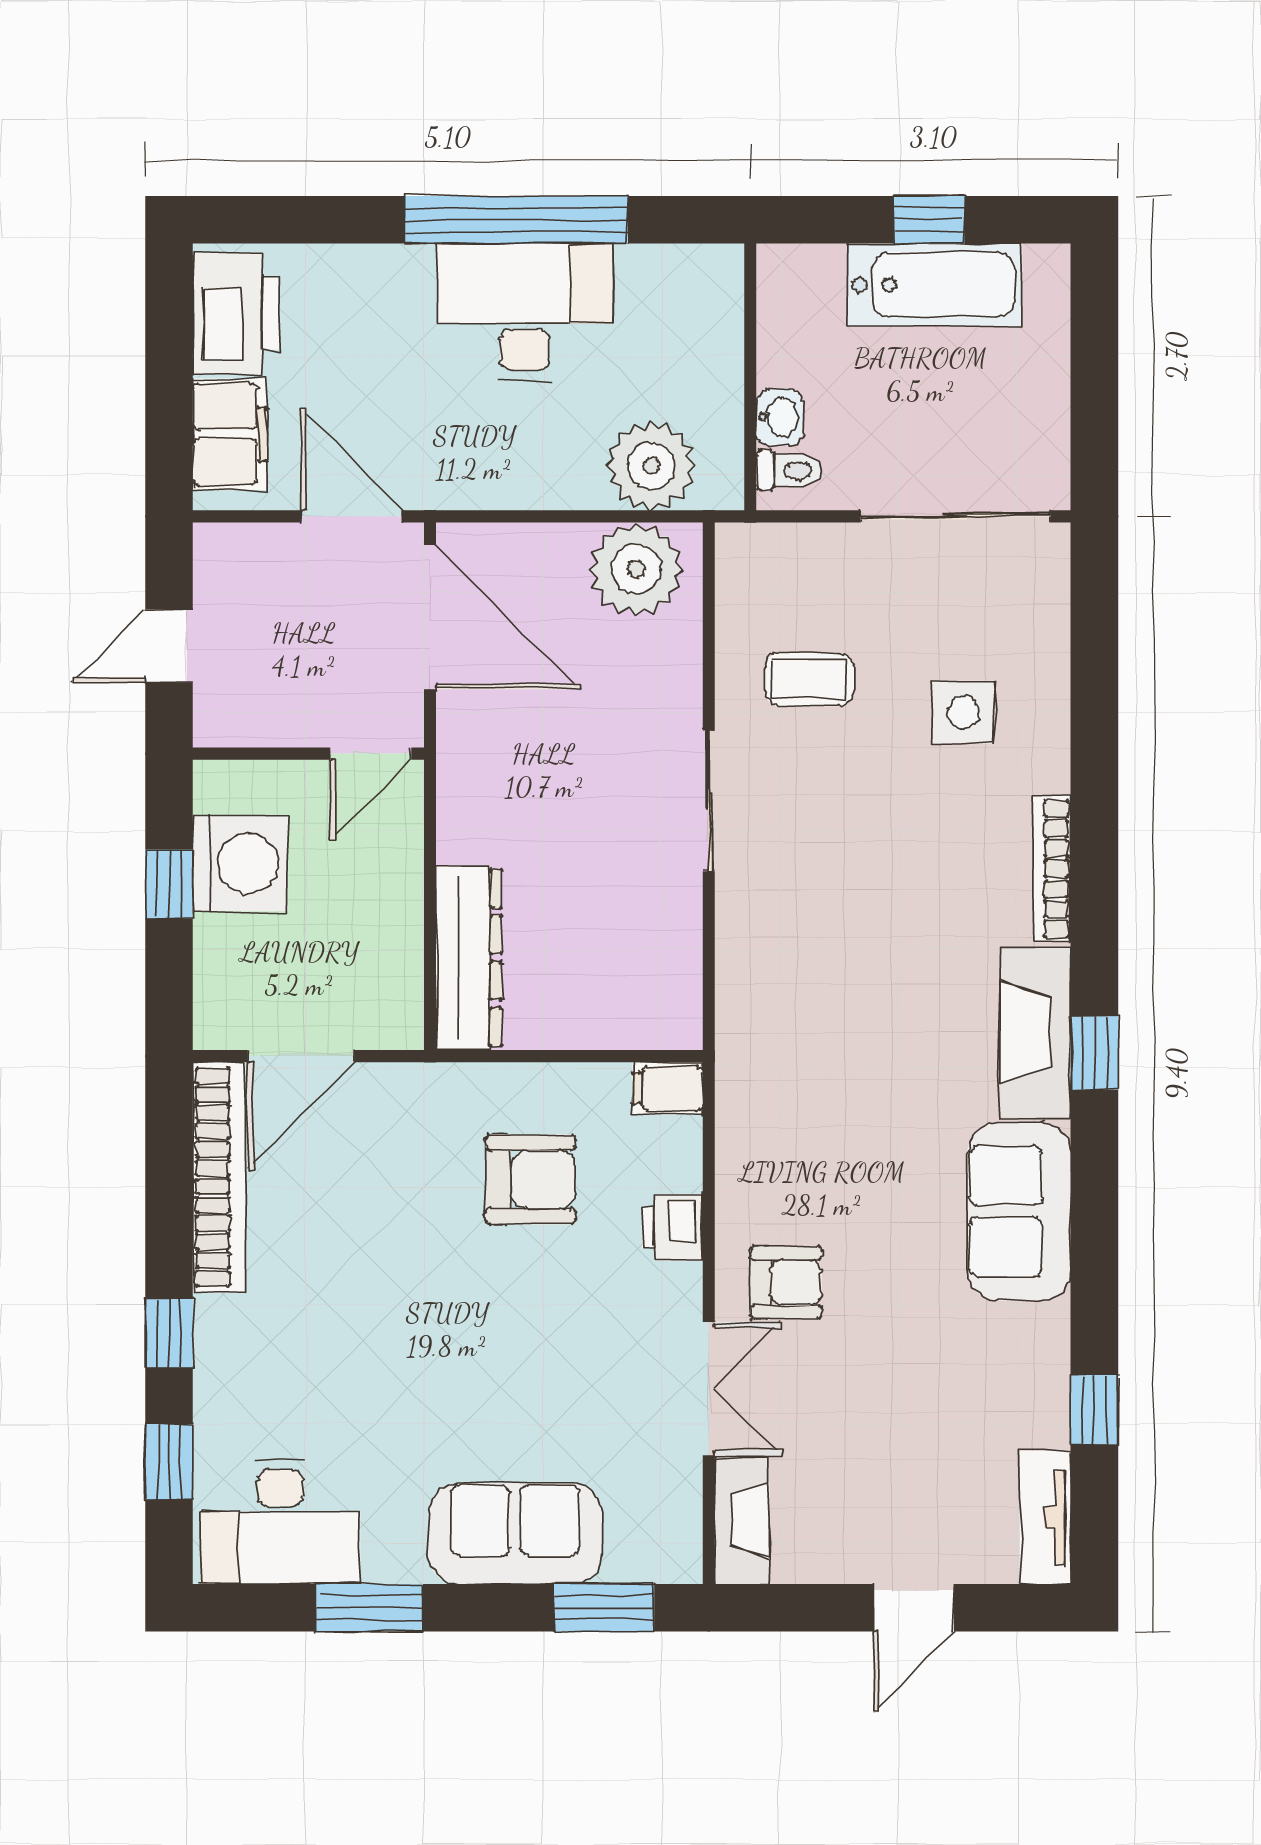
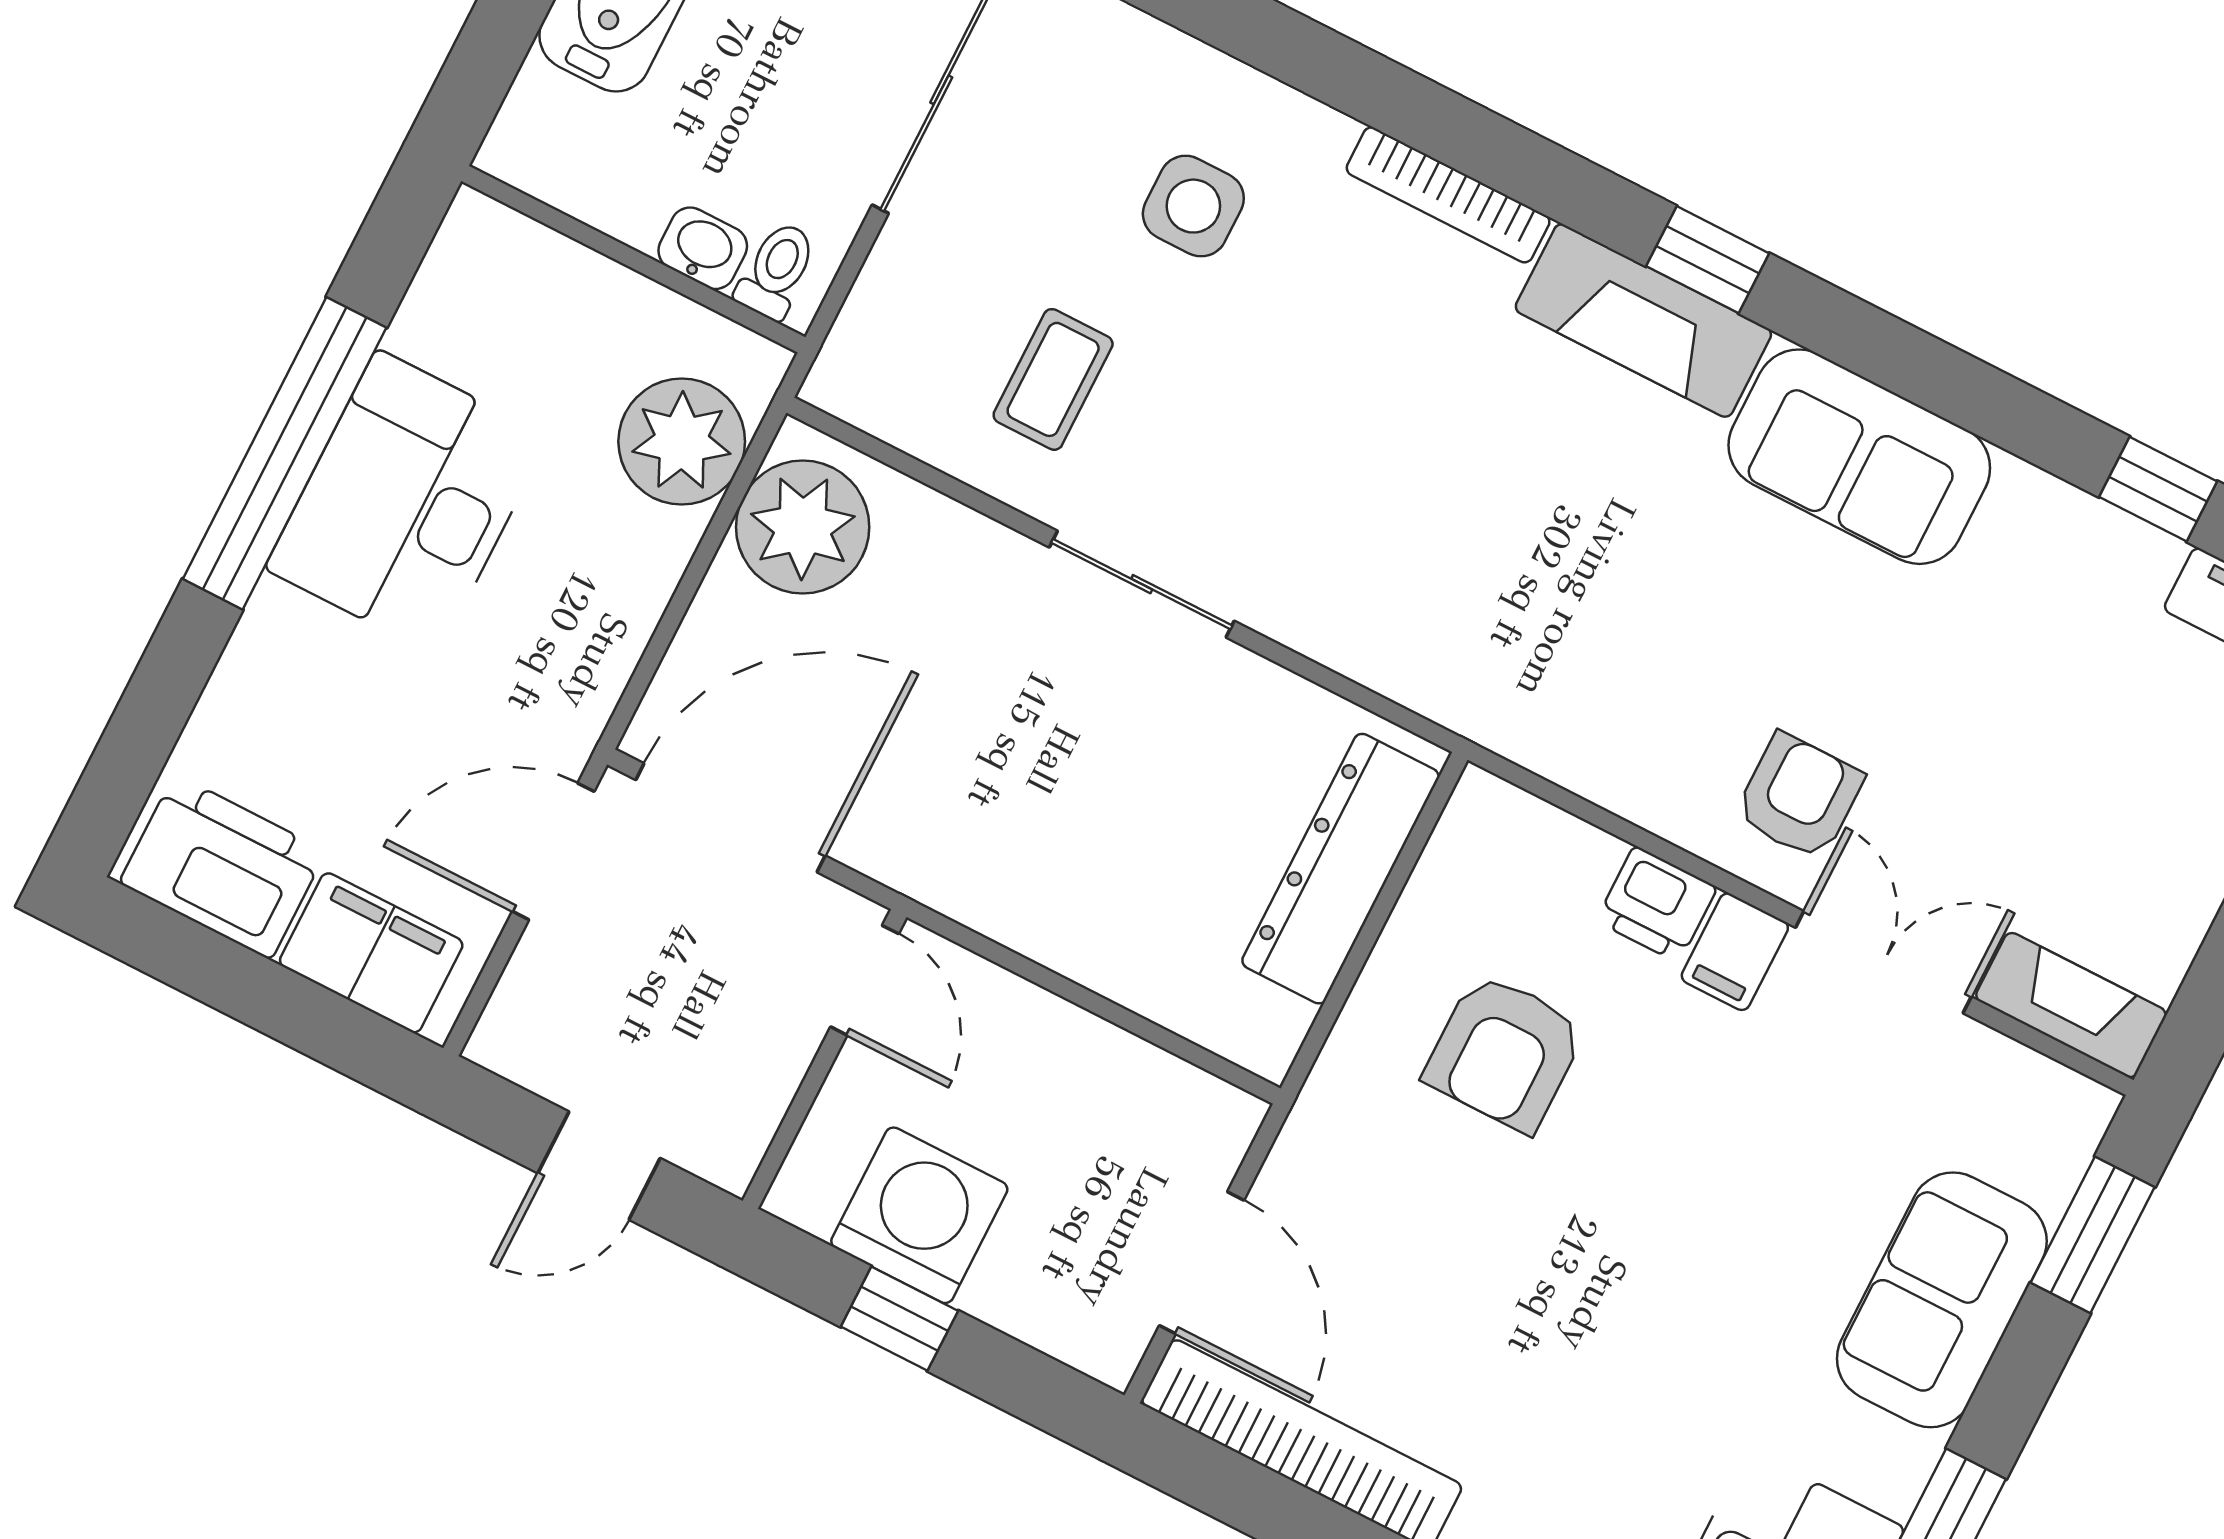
door: (169, 646) -> (599, 1166), hinge flipped
dresser: (469, 958) -> (1341, 869), moved, turned -90
filing cabinet: (668, 1088) -> (1735, 952), moved
armchair: (531, 1179) -> (1505, 1052), turned 180

